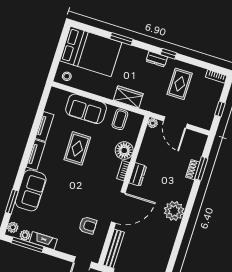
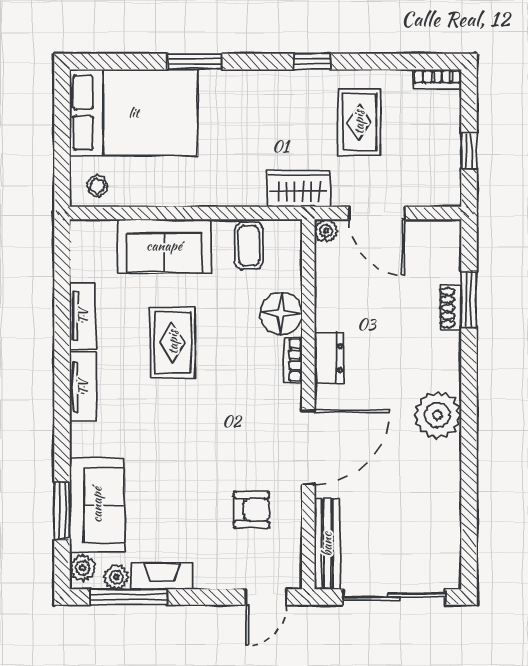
dresser: (157, 59) -> (289, 82), removed
wardrobe: (128, 97) -> (299, 189), moved
sofa: (31, 190) -> (97, 505), moved

